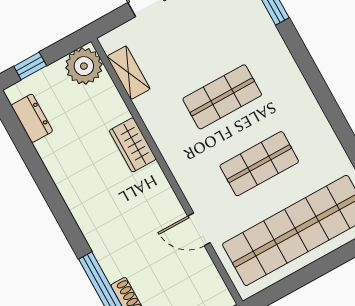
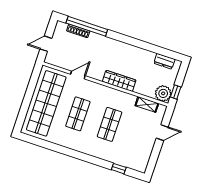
window: (30, 66) -> (176, 92), moved
wardrobe: (133, 145) -> (119, 81), width x1.50

